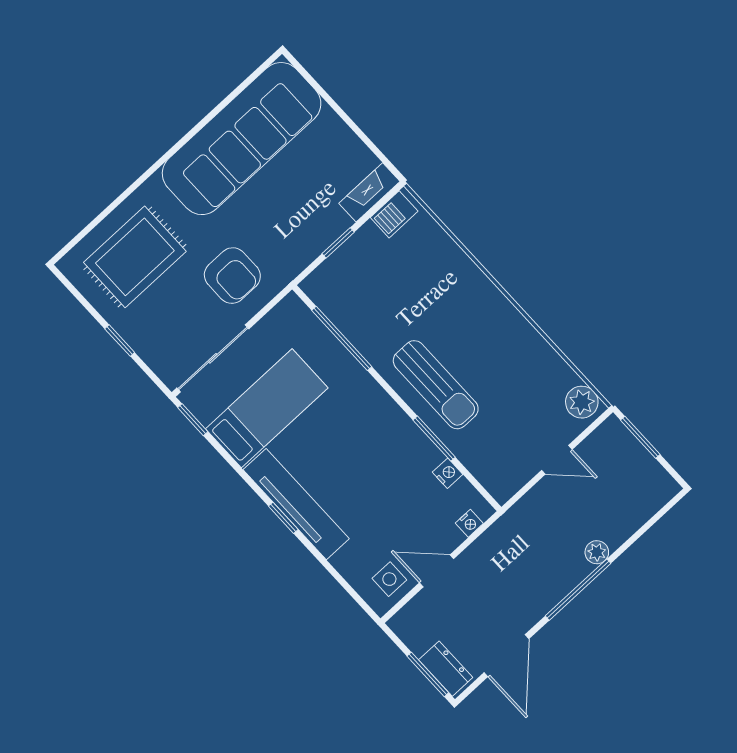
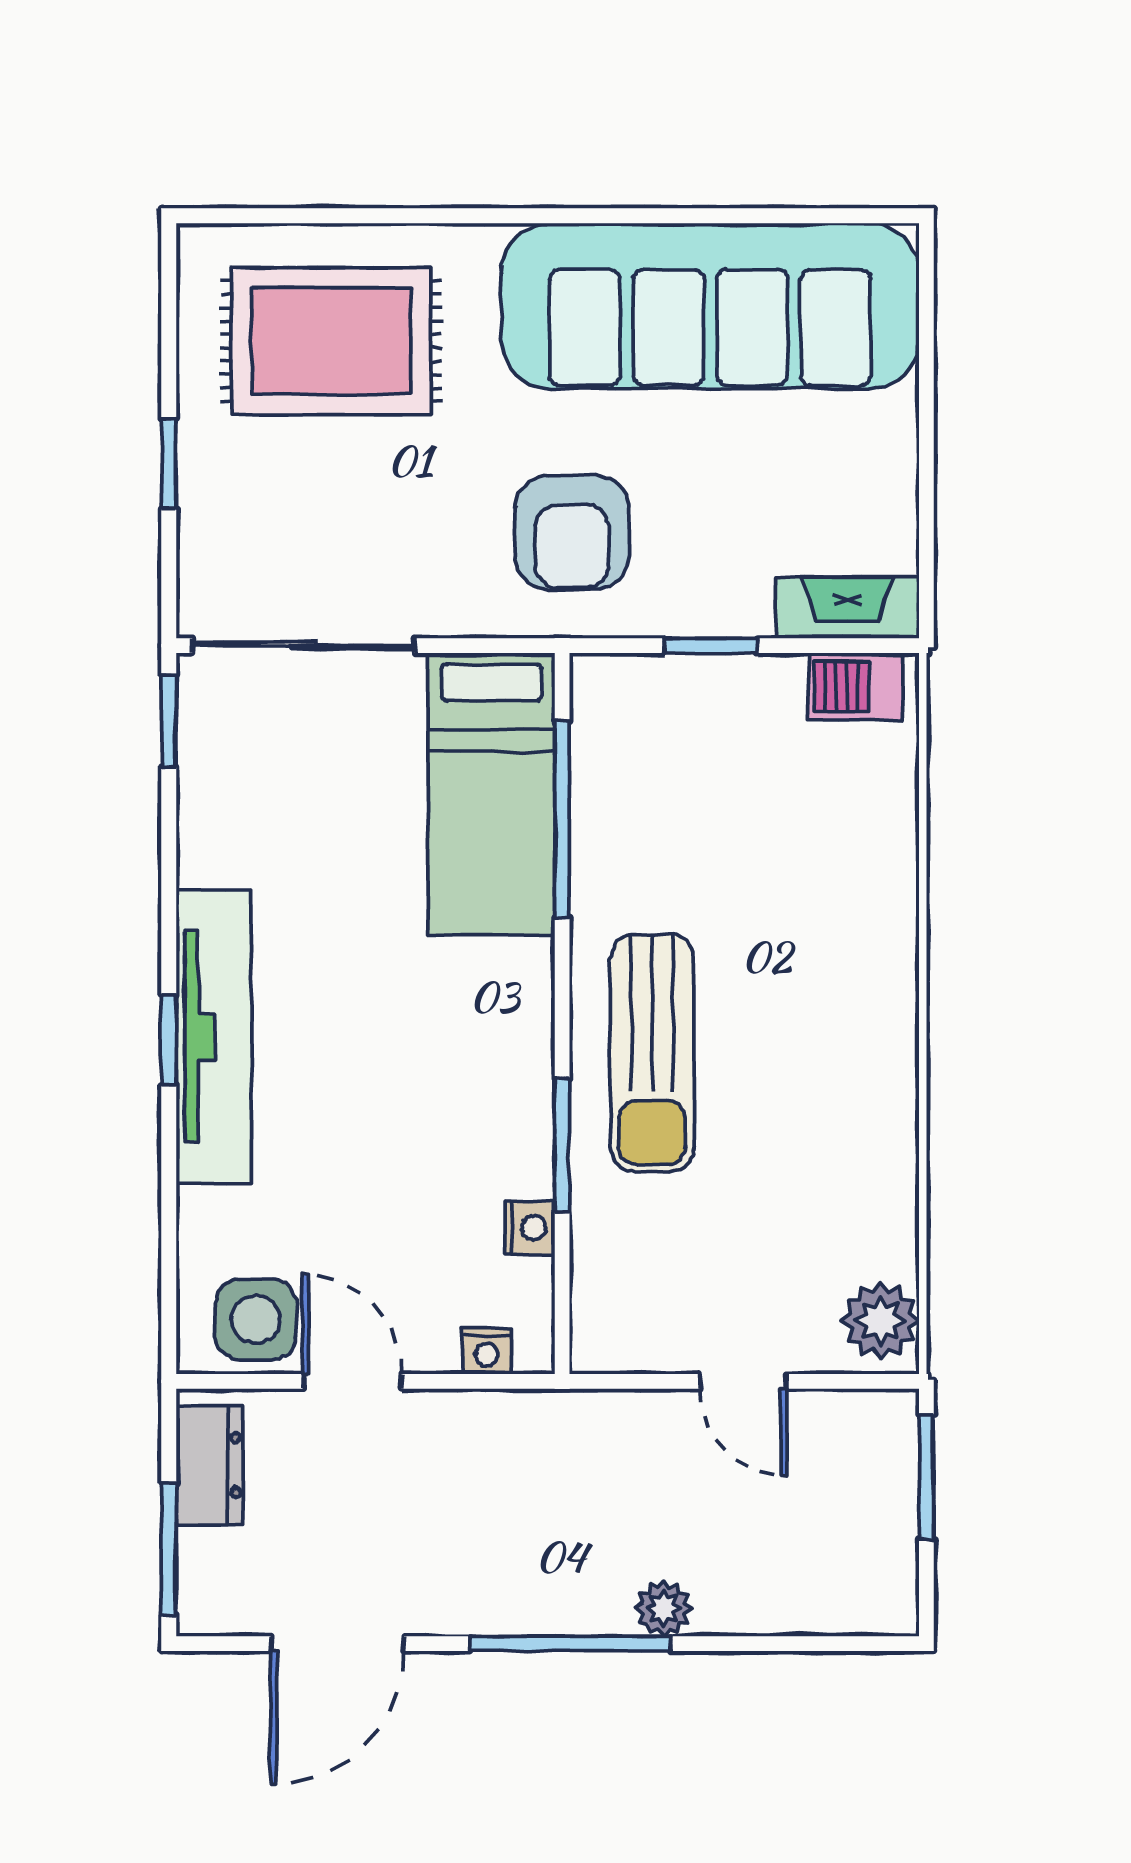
armchair: (232, 276) -> (572, 532), moved
bed: (267, 408) -> (491, 794), moved, turned 90
side table: (389, 579) -> (256, 1319), width x1.37, depth x1.37
dresser: (446, 669) -> (210, 1465), moved

